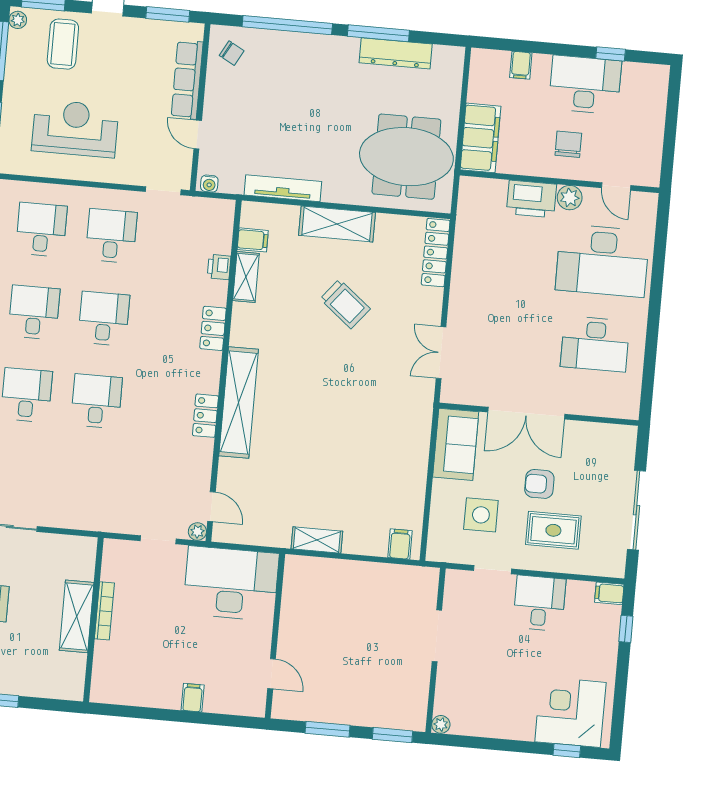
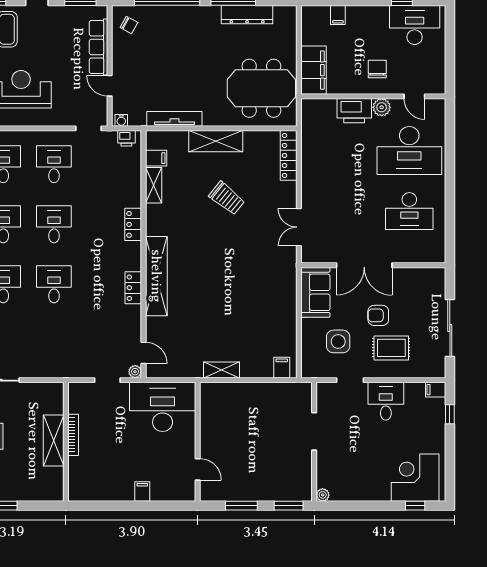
desk: (585, 85) -> (415, 25), moved
printer: (219, 267) -> (126, 138), moved, turned -90

